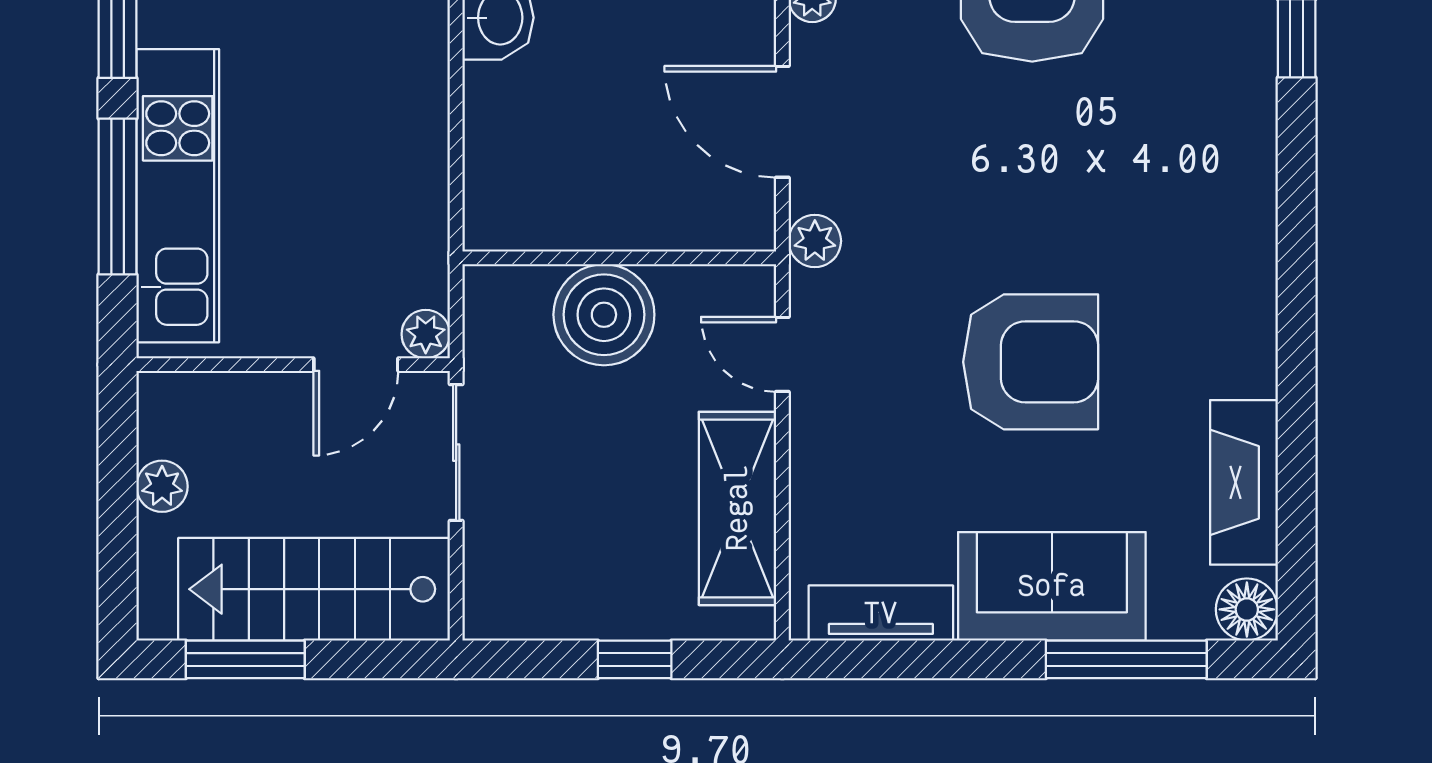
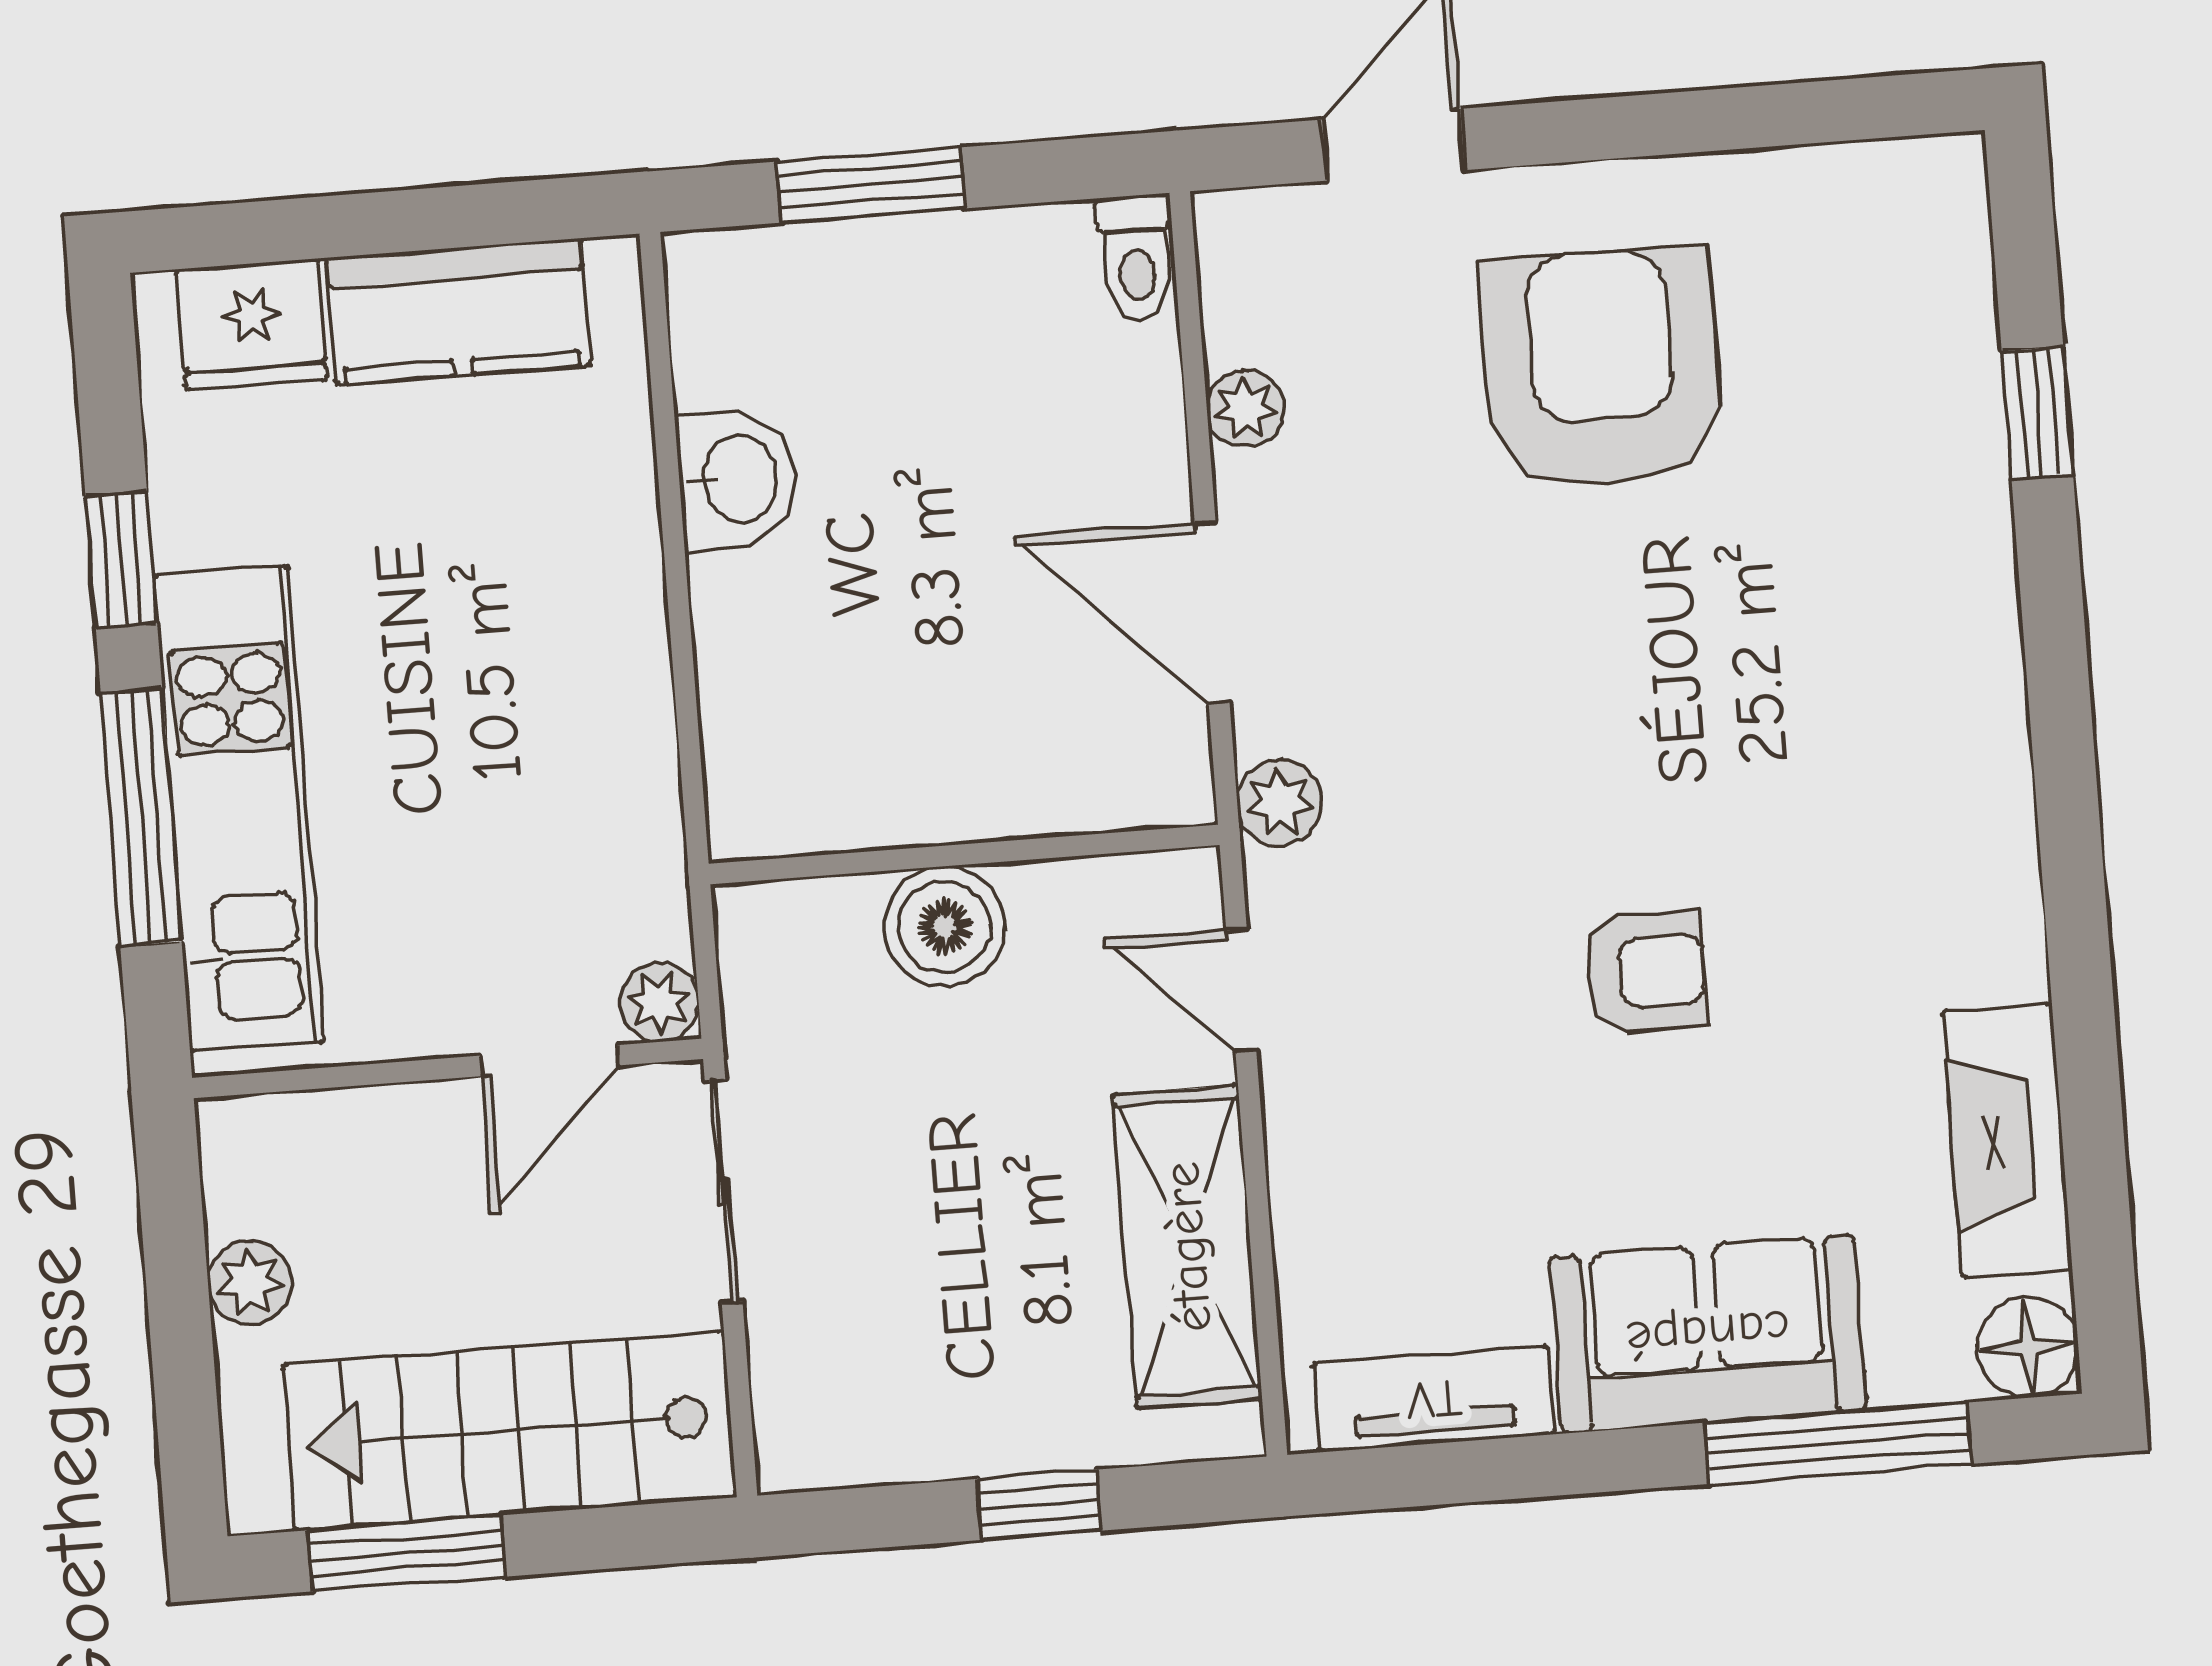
boiler: (604, 315) -> (945, 927), width x0.73, depth x0.73
armchair: (1031, 362) -> (1646, 972), width x0.53, depth x0.53

